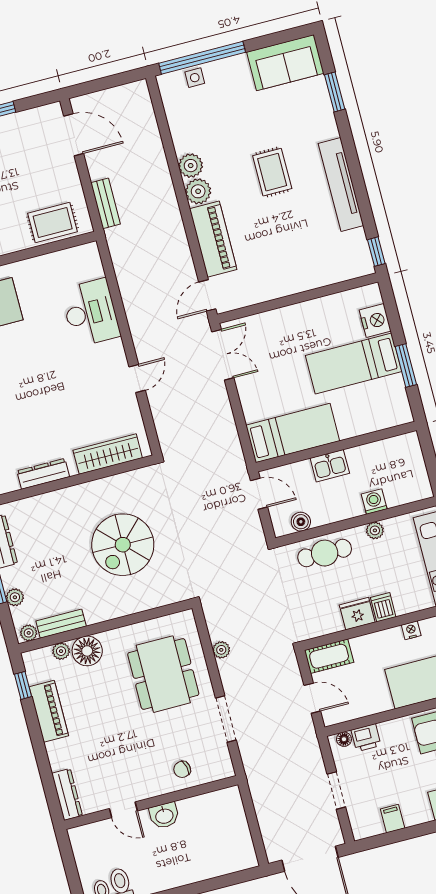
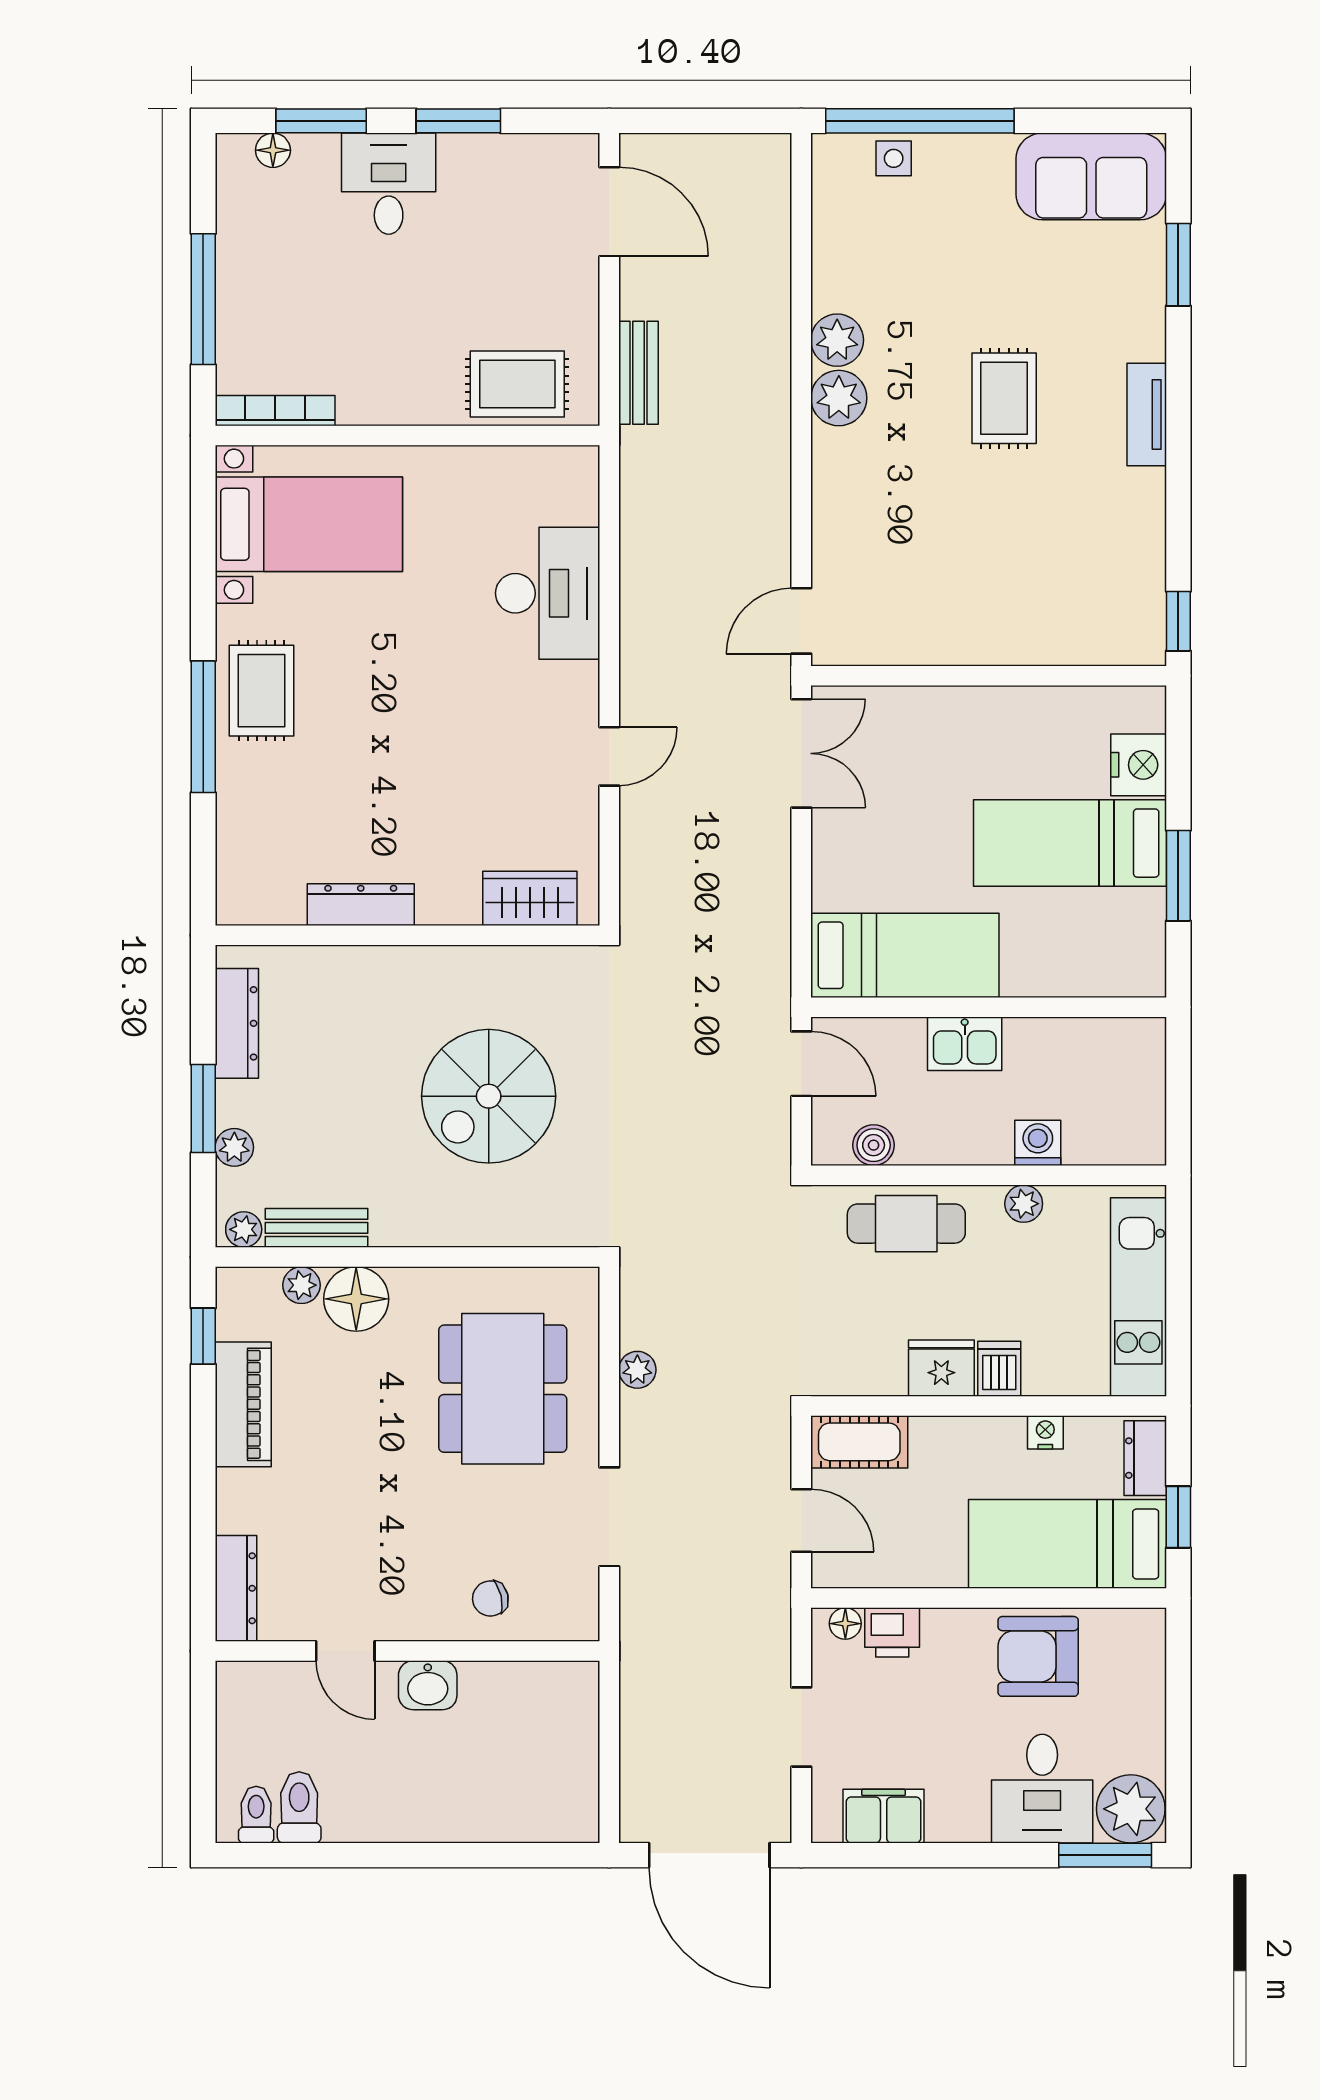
tv unit: (341, 185) -> (1147, 415), width x0.52, depth x0.78
piano: (213, 239) -> (844, 506), removed
wardrobe: (108, 454) -> (530, 898), width x0.67
filing cabinet: (393, 819) -> (884, 1816), width x2.00

